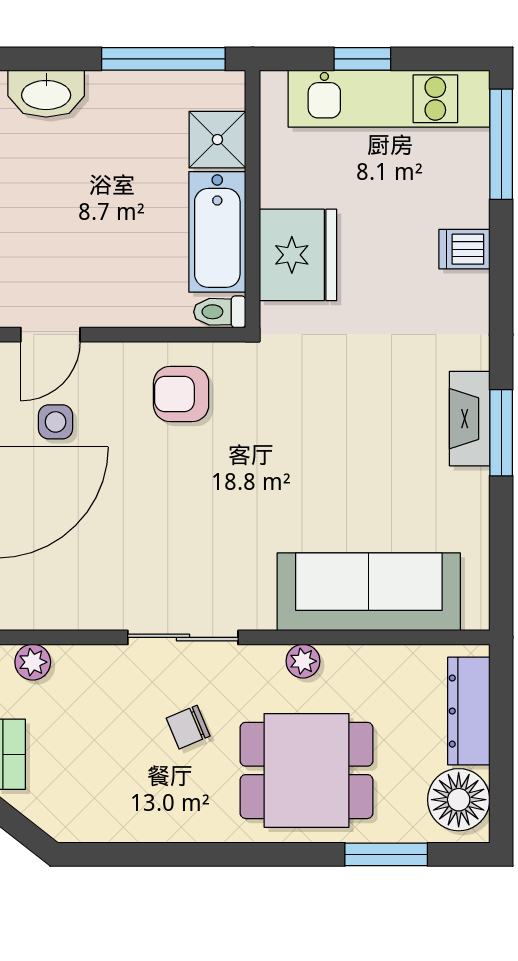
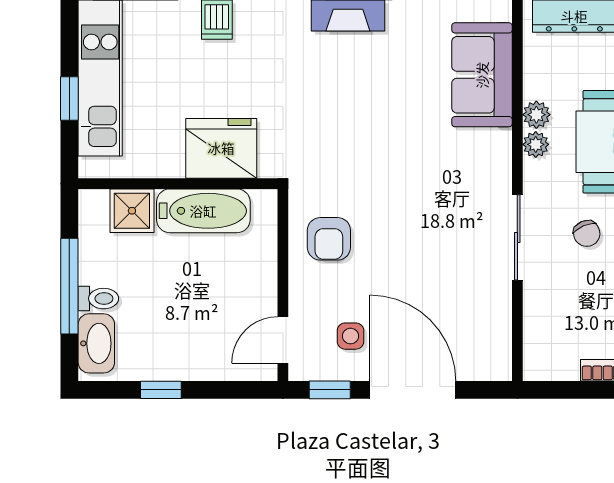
window: (163, 59) -> (69, 286), moved
toilet: (220, 312) -> (98, 299), moved, turned -90
door: (50, 335) -> (283, 340), swing flipped
sofa: (369, 592) -> (482, 75), width x0.73
plant: (33, 662) -> (536, 115), moved

